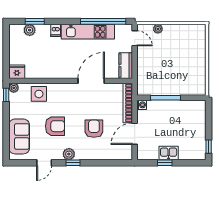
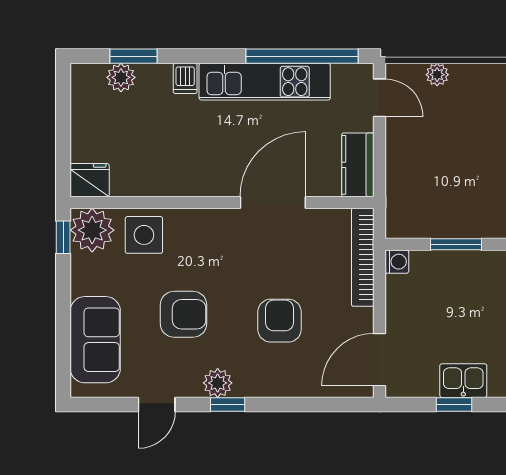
plant: (14, 88) -> (92, 230), width x1.87, depth x1.87
window: (166, 98) -> (456, 244), width x0.69
door: (135, 134) -> (379, 360), moved

